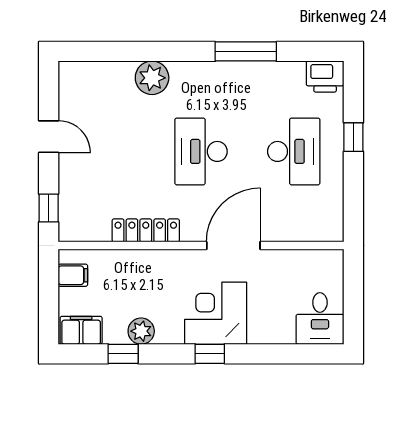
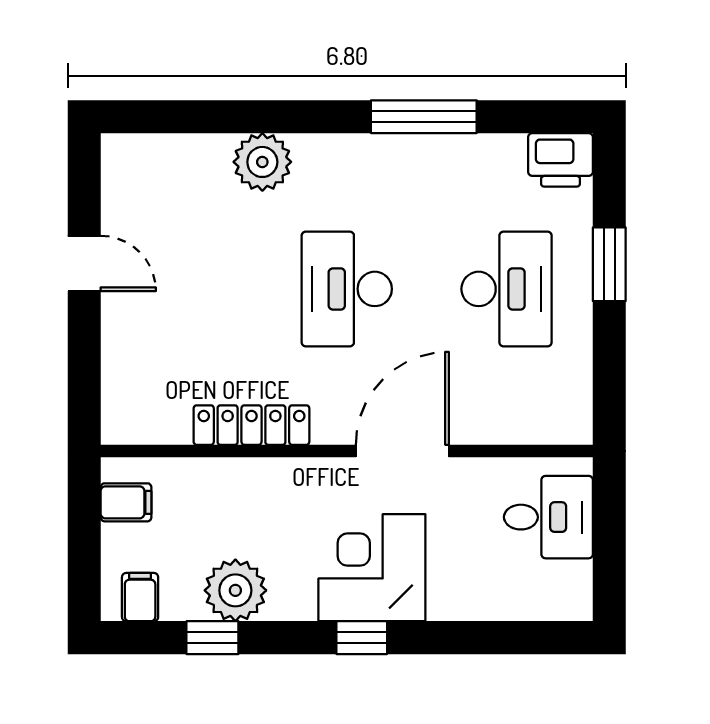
window: (353, 137) -> (609, 264), width x1.50
window: (49, 208) -> (84, 386), removed
desk: (320, 318) -> (548, 517), moved, turned -90
filing cabinet: (81, 330) -> (140, 597), width x0.50
plant: (141, 331) -> (235, 590), width x1.36, depth x1.36

